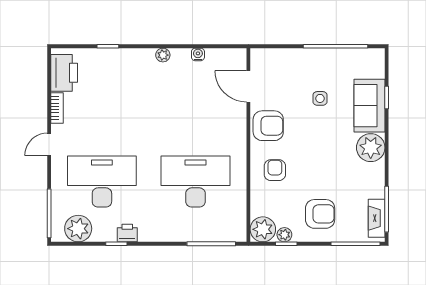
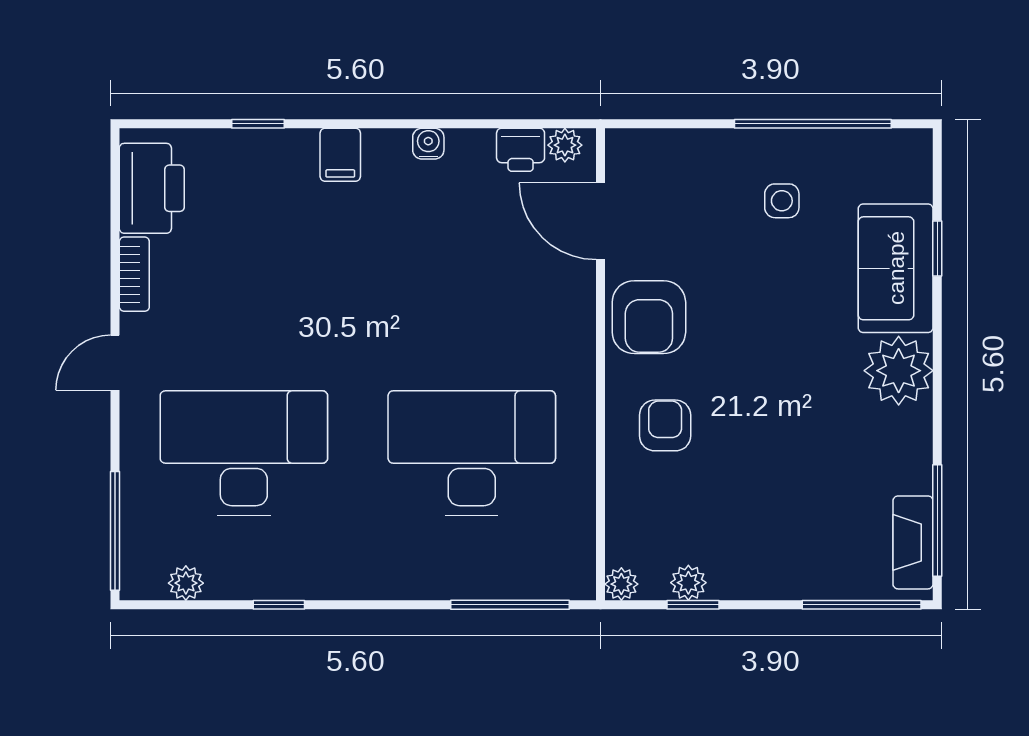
water cooler: (198, 54) -> (428, 144), moved
plant: (163, 55) -> (565, 145), moved
filing cabinet: (142, 59) -> (340, 155), added
side table: (320, 98) -> (782, 201), moved
armchair: (268, 126) -> (649, 317), turned 90
armchair: (320, 214) -> (775, 532), removed
plant: (78, 229) -> (186, 583), width x0.53, depth x0.53
plant: (263, 229) -> (621, 584), width x0.53, depth x0.53
printer: (127, 233) -> (521, 150), moved, turned 180

